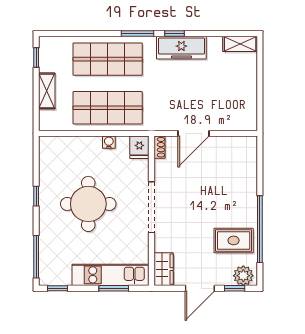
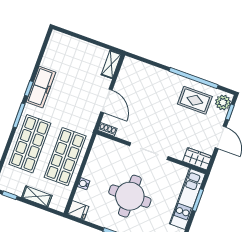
shelving: (240, 44) -> (111, 64), moved
water cooler: (109, 142) -> (84, 184), moved
fridge: (139, 147) -> (78, 210), moved
rug: (234, 240) -> (195, 100), turned 90

